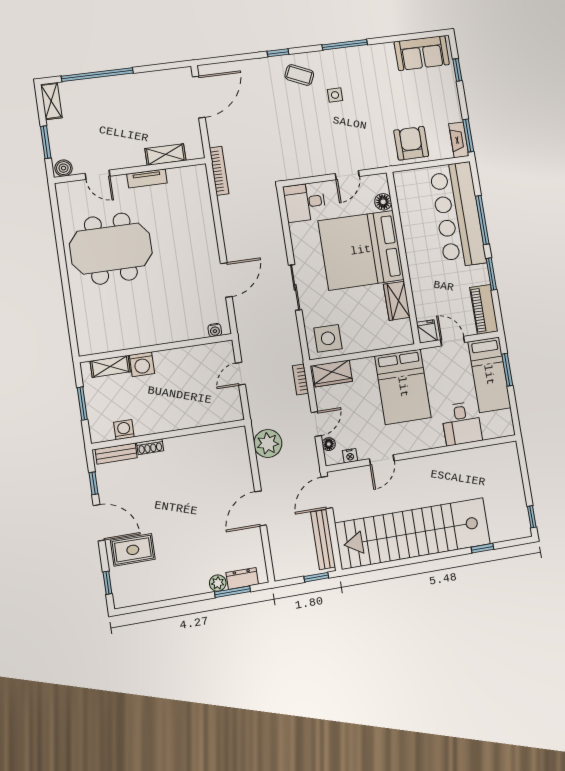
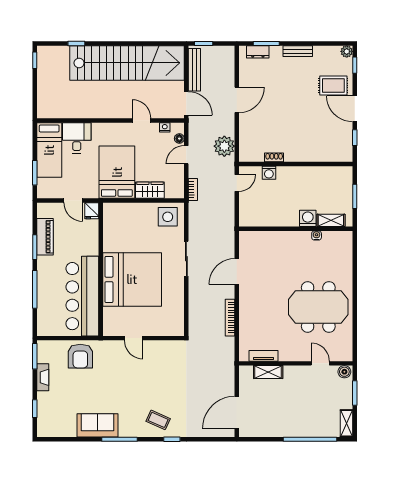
sofa: (422, 53) -> (97, 425), moved
side table: (335, 95) -> (133, 401), removed
fireplace: (459, 140) -> (43, 377), moved
bookcase: (219, 171) -> (230, 318), moved
door: (347, 175) -> (134, 338), swing flipped
tv unit: (147, 178) -> (264, 356), moved
desk: (305, 202) -> (169, 322), removed
floor lamp: (383, 202) -> (109, 314), removed
bar counter: (458, 215) -> (82, 296), moved, turned 180
wardrobe: (397, 301) -> (111, 237), removed
piano: (484, 309) -> (45, 237), moved
water cooler: (215, 330) -> (317, 236), moved
wardrobe: (332, 373) -> (150, 190), moved
door: (240, 374) -> (237, 183), moved
bed: (489, 375) -> (49, 150), moved, turned 180
washing machine: (124, 430) -> (269, 173), moved
shoe rack: (150, 447) -> (274, 157), moved
bench: (116, 454) -> (298, 51), moved
door: (382, 460) -> (142, 121), hinge flipped
door: (327, 492) -> (186, 103), hinge flipped
plant: (218, 583) -> (347, 51), moved

